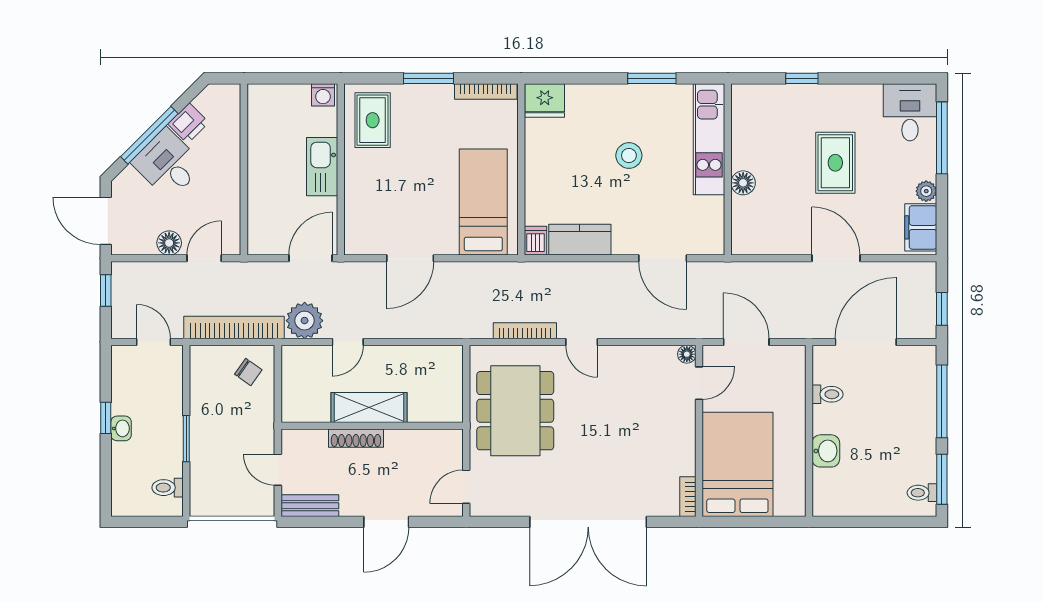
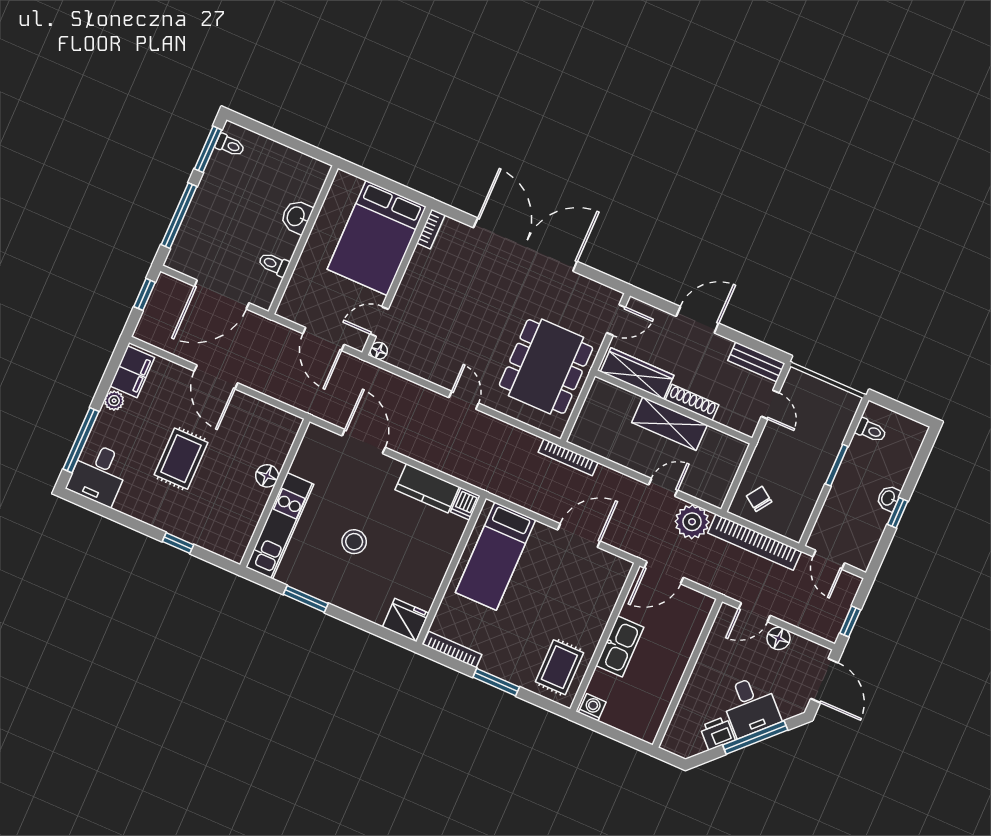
bookcase: (525, 331) -> (568, 457), moved
wardrobe: (422, 443) -> (637, 373), added

